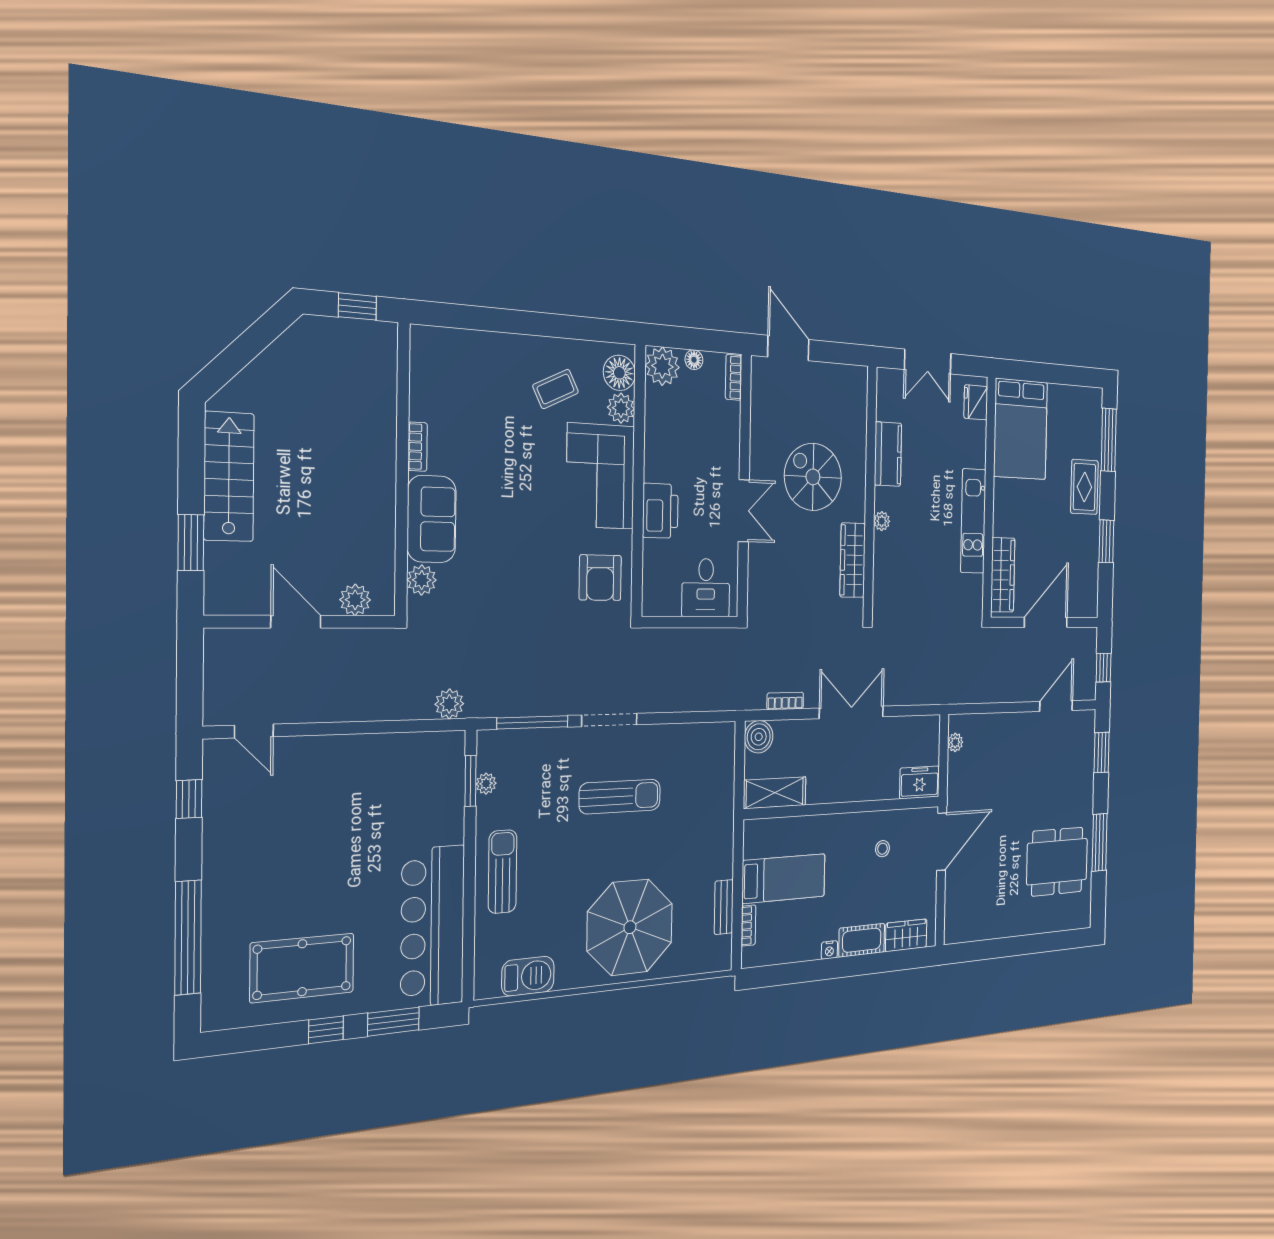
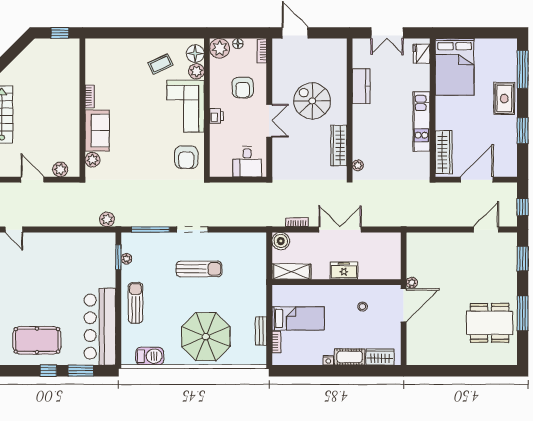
armchair: (701, 445) -> (243, 87), added
printer: (660, 511) -> (216, 116), width x0.53, depth x0.68
plant: (882, 521) -> (358, 165), moved
plant: (955, 742) -> (412, 283), moved
freezer: (920, 782) -> (344, 271), moved

